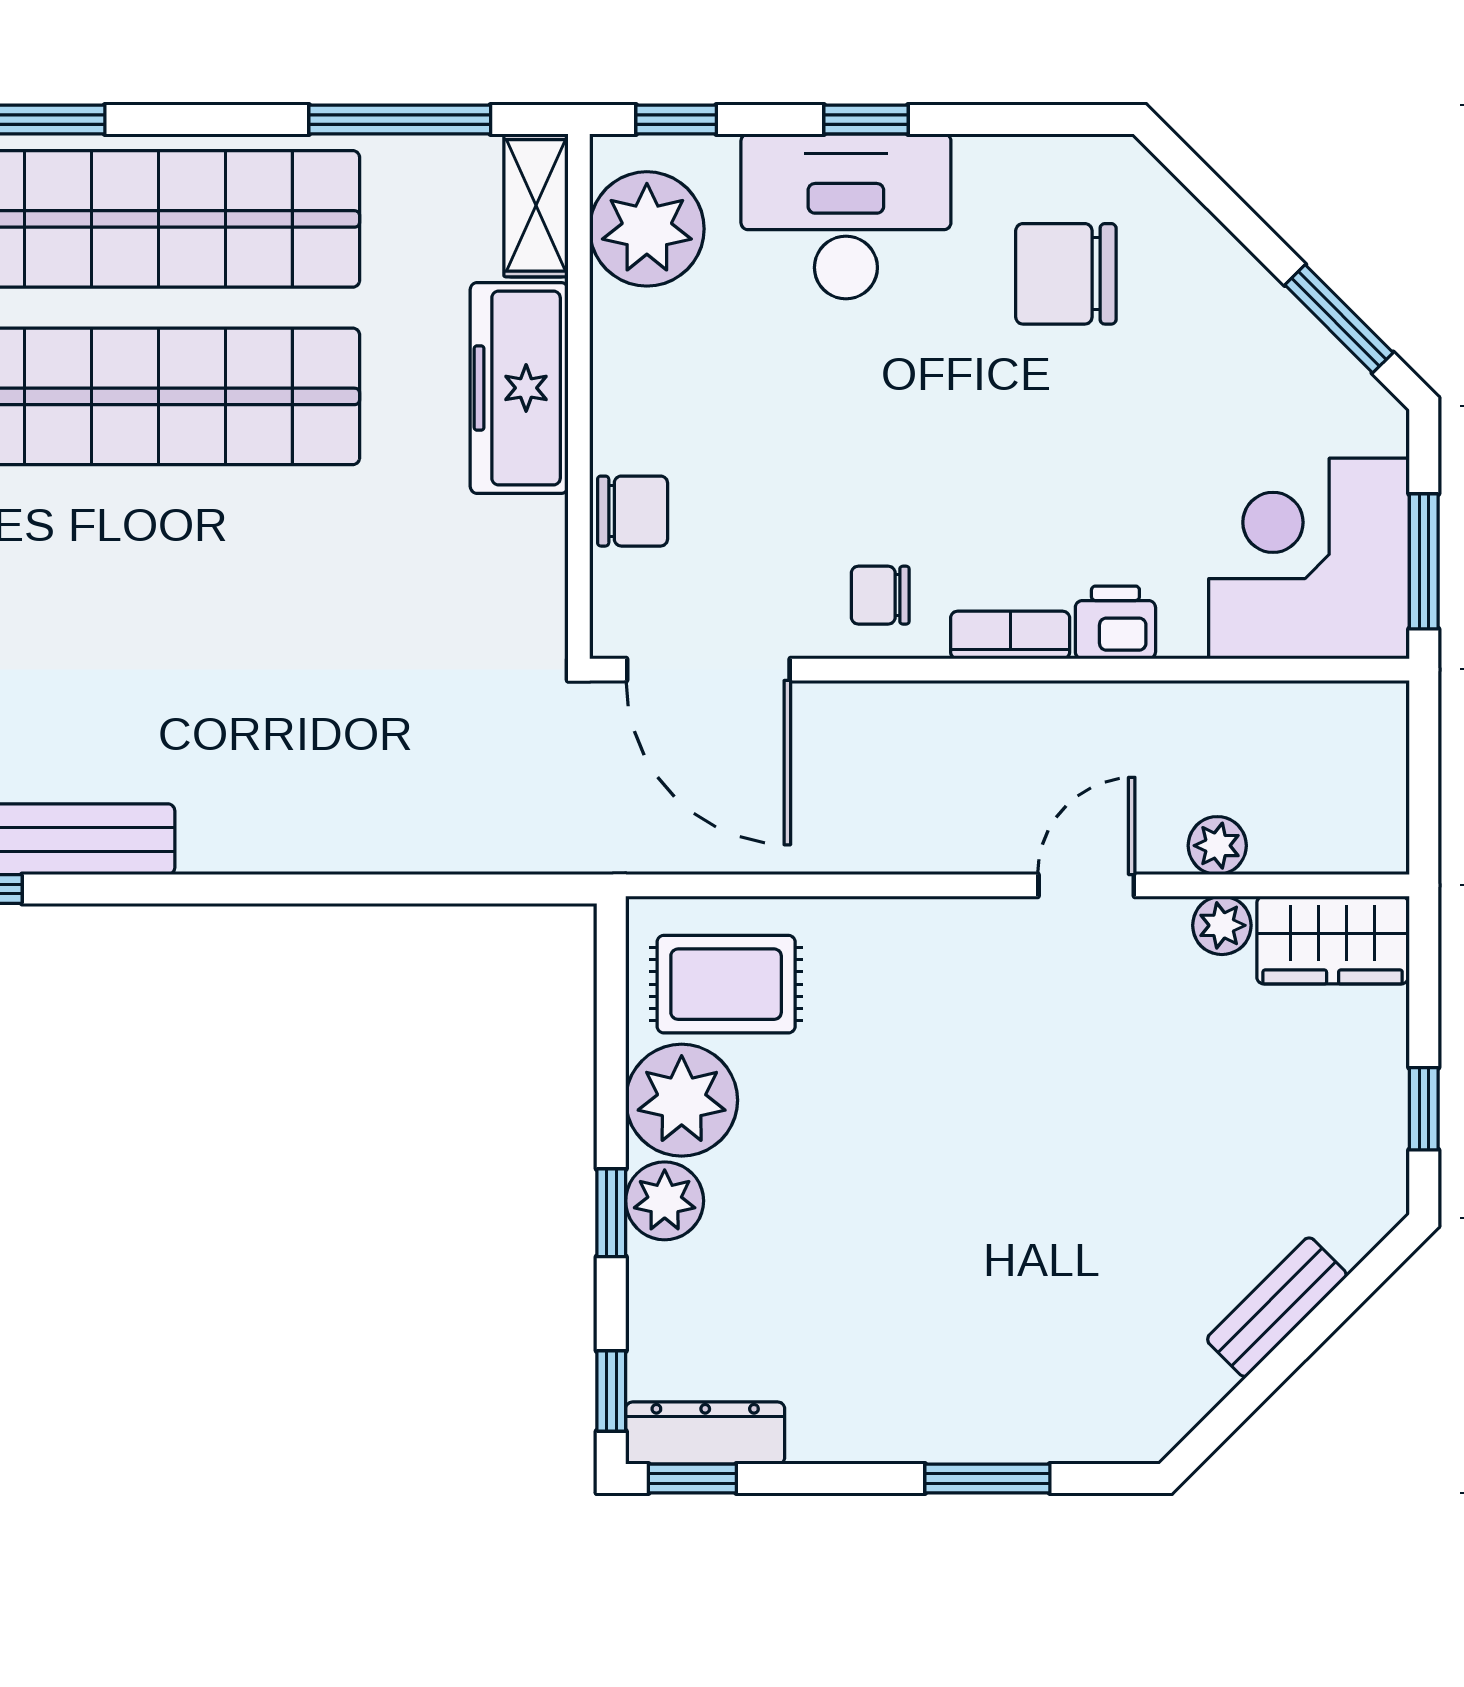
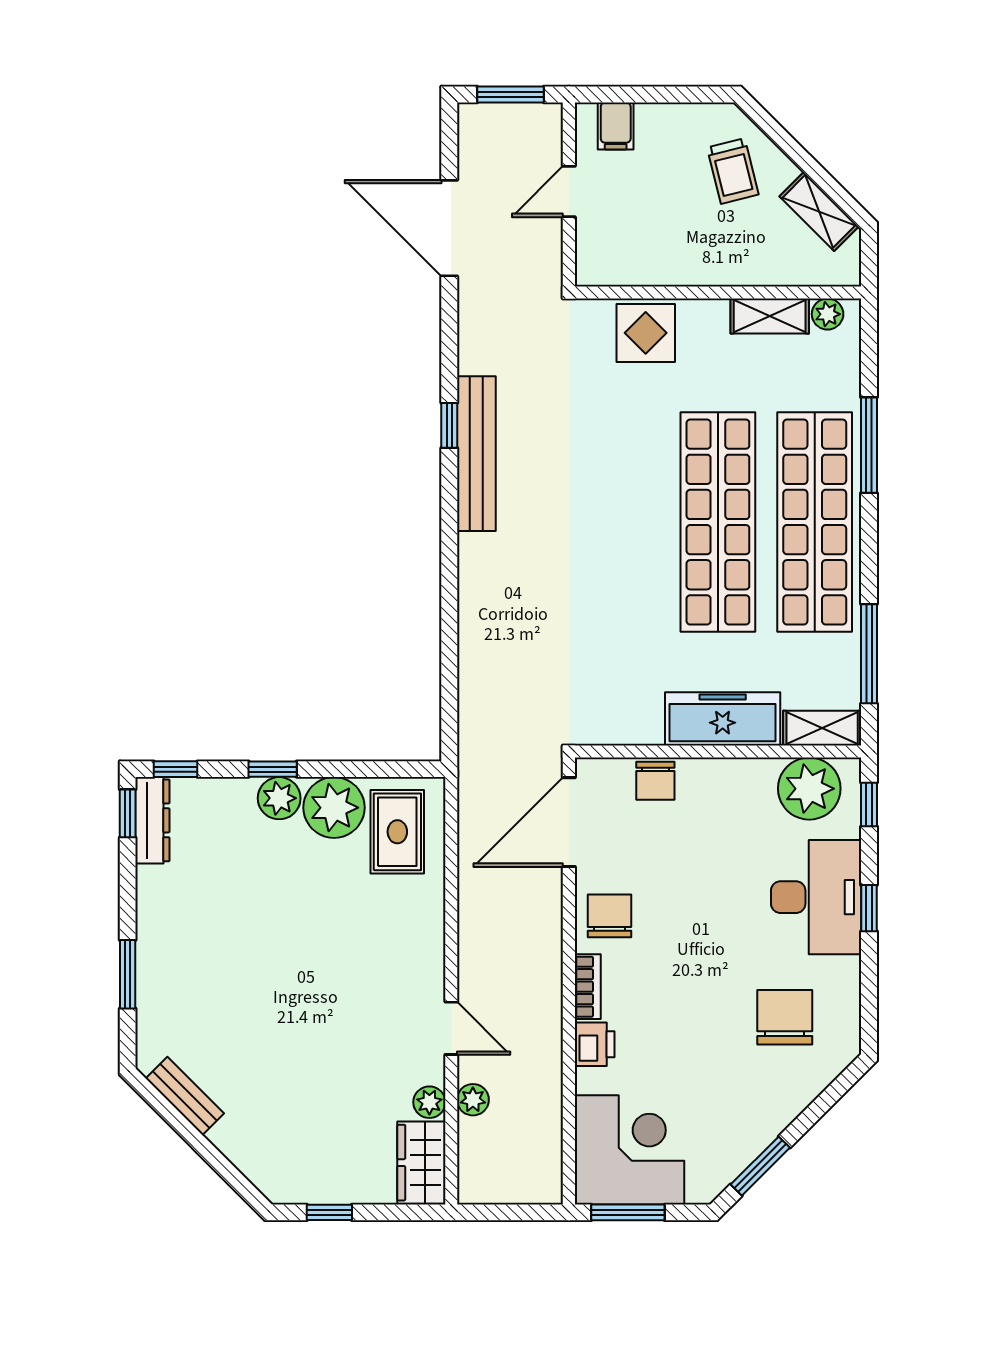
chair: (880, 595) -> (610, 916), width x1.37, depth x1.37
bench: (1277, 1307) -> (185, 1096), moved

